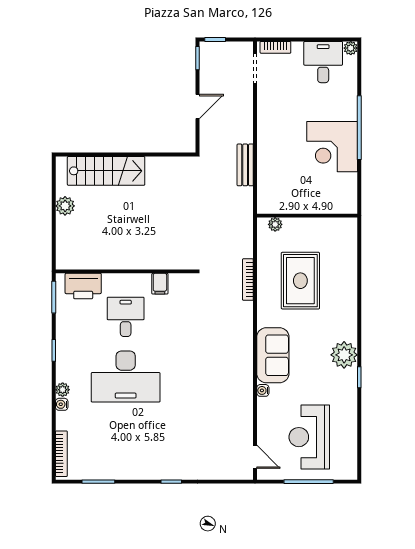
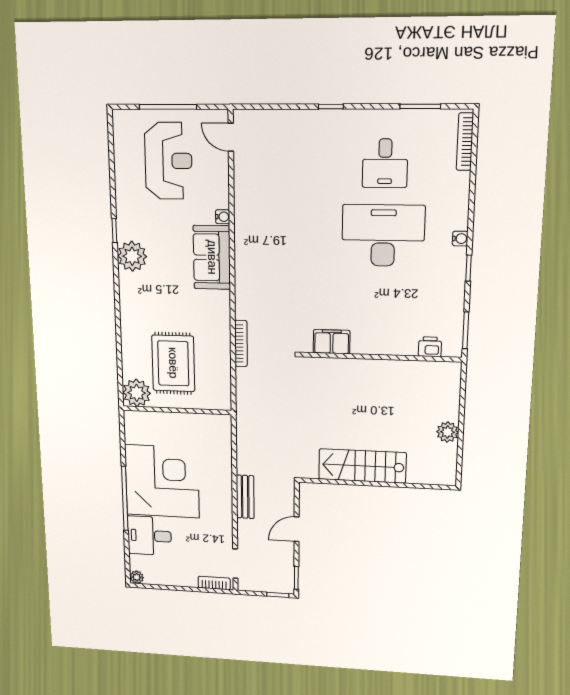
desk: (323, 62) -> (149, 536), moved, turned 90
corner desk: (332, 147) -> (162, 481), width x1.36, depth x1.36
bench: (245, 165) -> (245, 497), moved
stairs: (106, 171) -> (362, 466), moved
plant: (275, 224) -> (137, 393), moved, width x1.88, depth x1.88
rug: (300, 281) -> (173, 363), moved
filing cabinet: (160, 284) -> (332, 342), width x2.00
printer: (83, 286) -> (430, 347), width x0.53, depth x0.68
desk: (126, 317) -> (385, 163), moved
plant: (63, 390) -> (460, 221), removed
water cooler: (62, 404) -> (460, 239), moved

